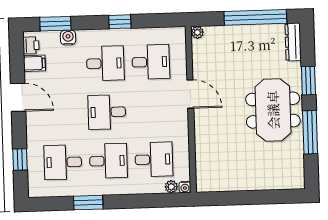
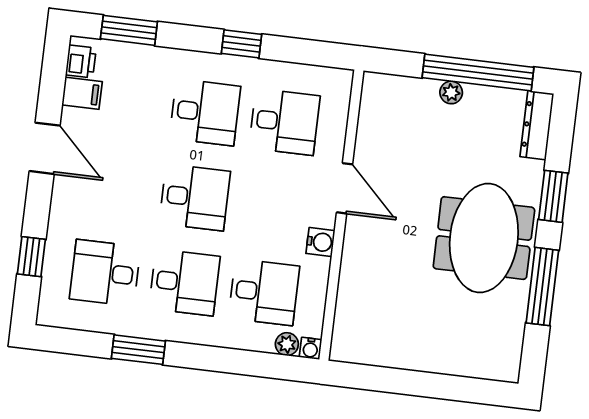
plant: (197, 32) -> (451, 92), moved
water cooler: (68, 37) -> (320, 242), moved, turned 90
desk: (107, 112) -> (195, 197), turned 180

